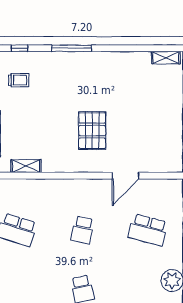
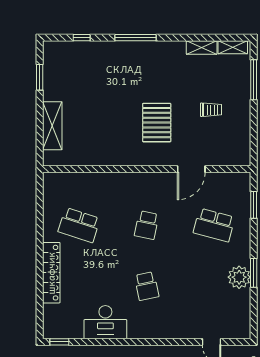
trolley: (19, 80) -> (211, 110), moved
shelving: (26, 166) -> (202, 48), moved

